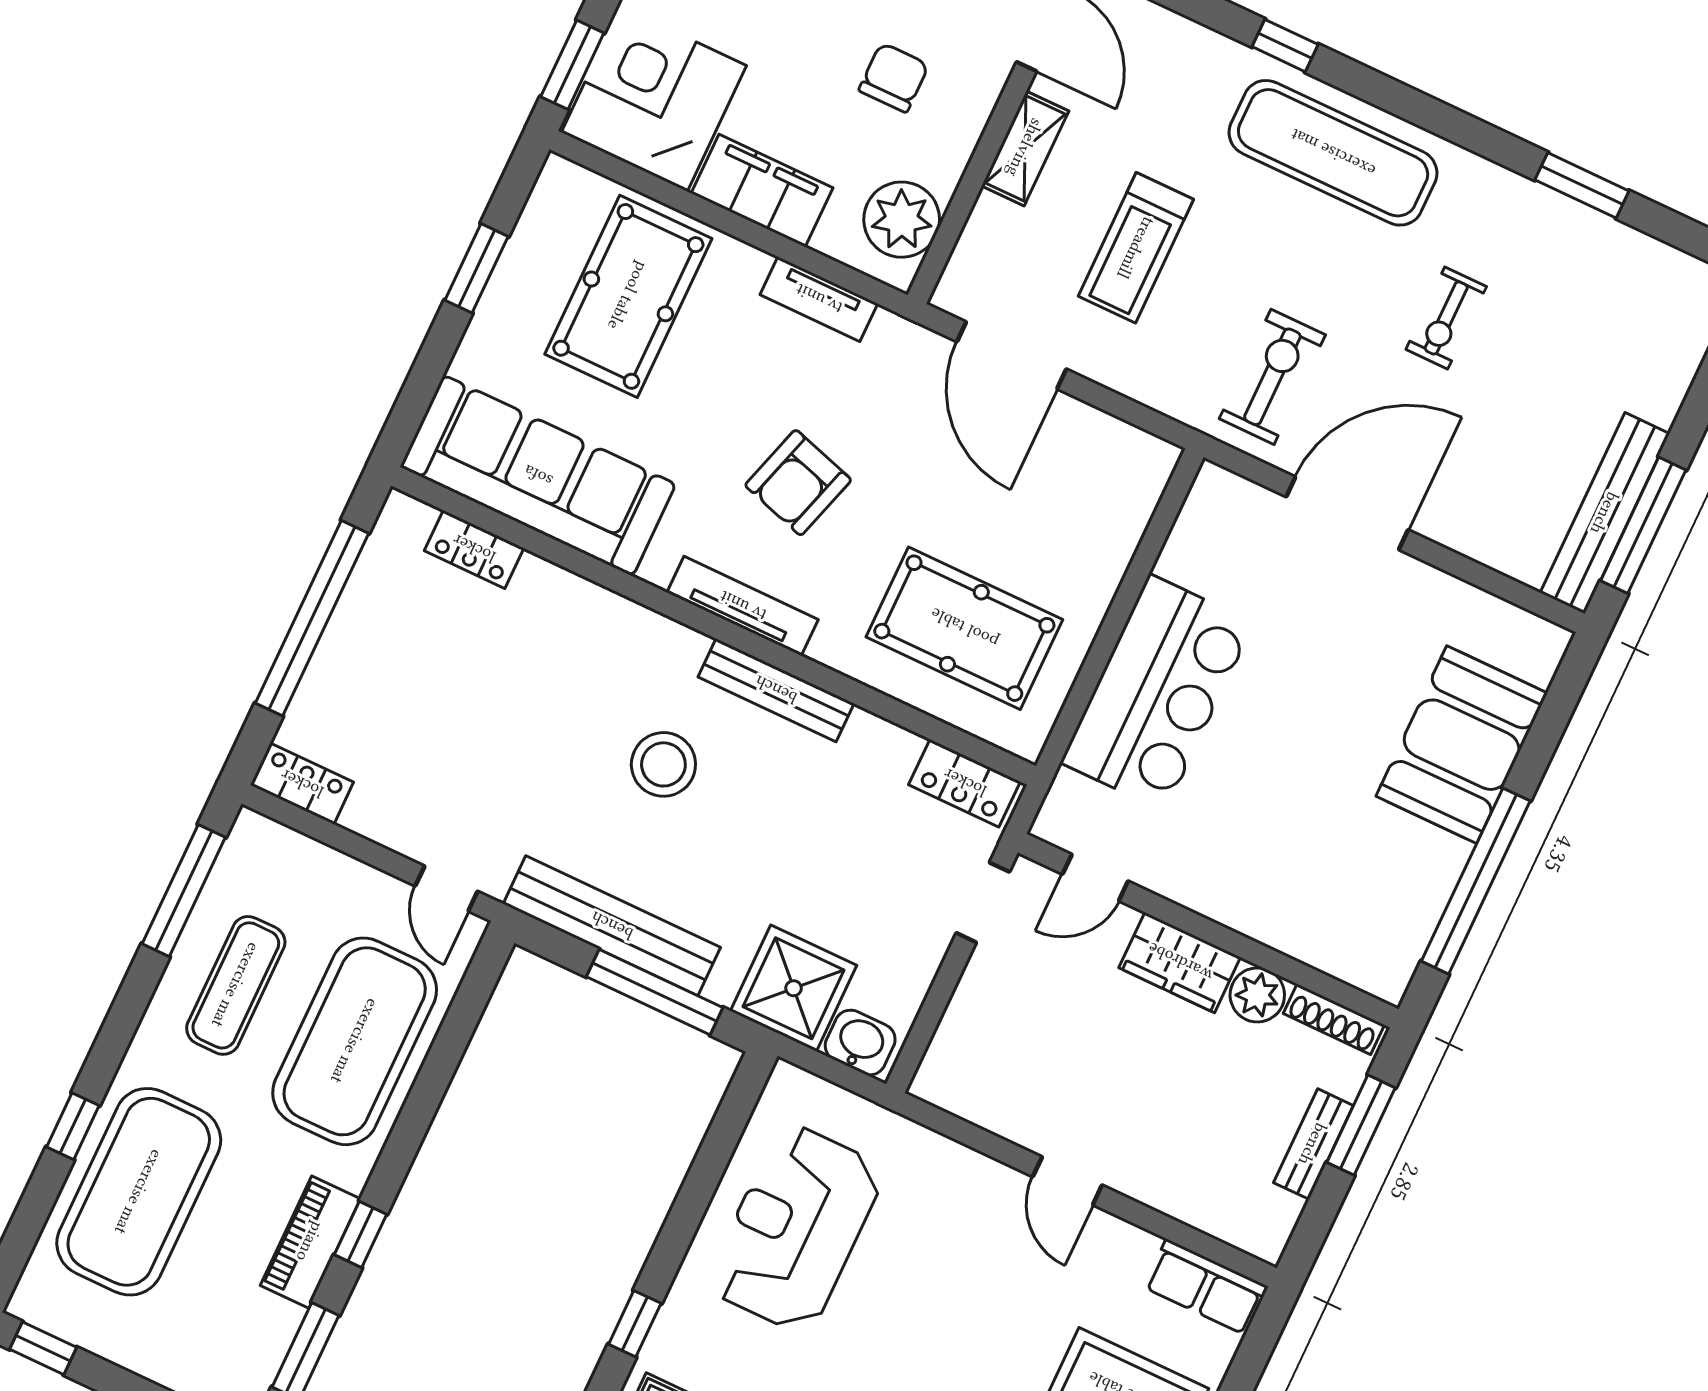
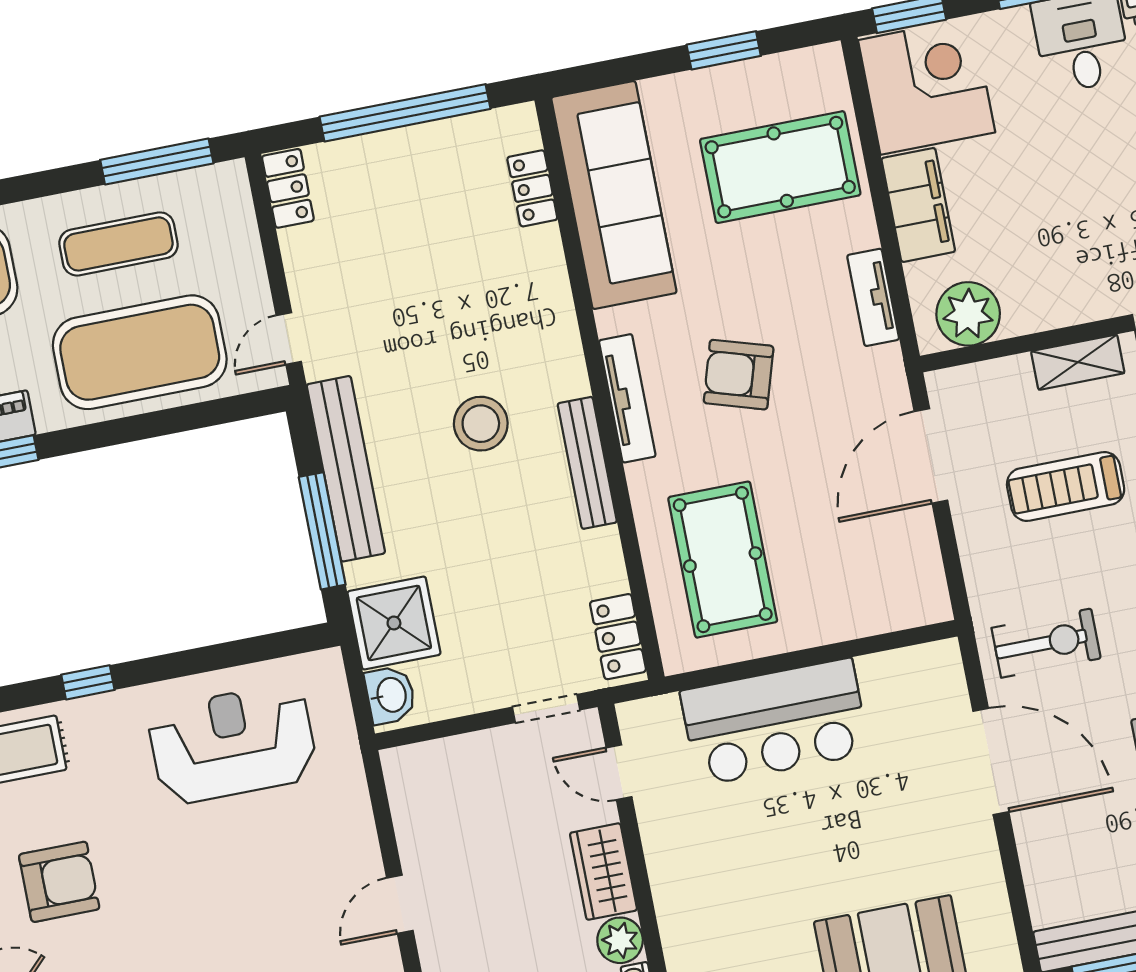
chair: (894, 78) -> (1060, 238), removed

